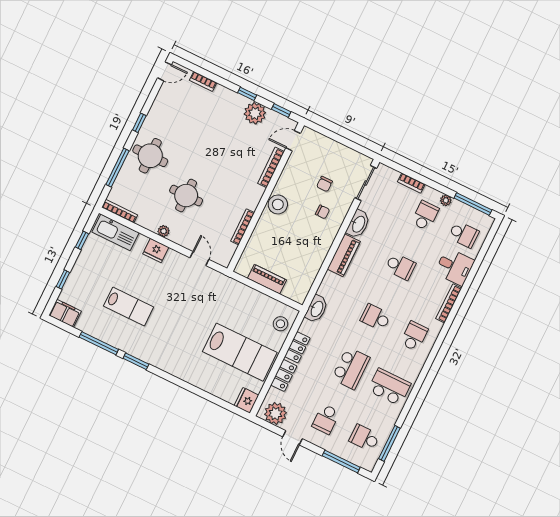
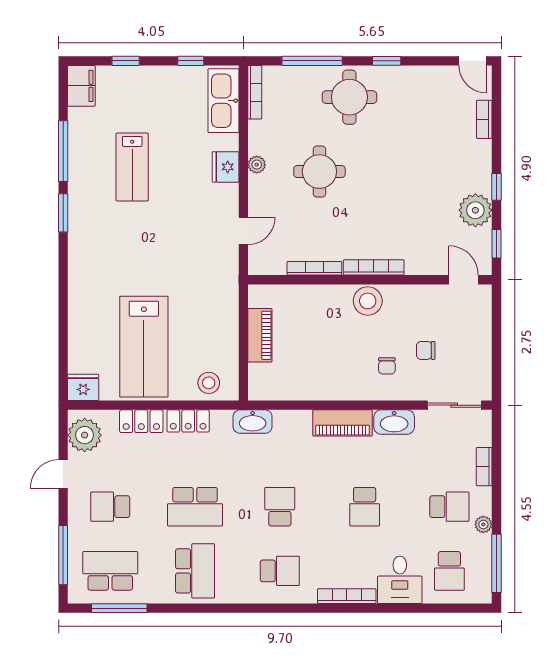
bookcase: (271, 167) -> (374, 267), moved
school desk: (364, 438) -> (110, 571), width x1.85

